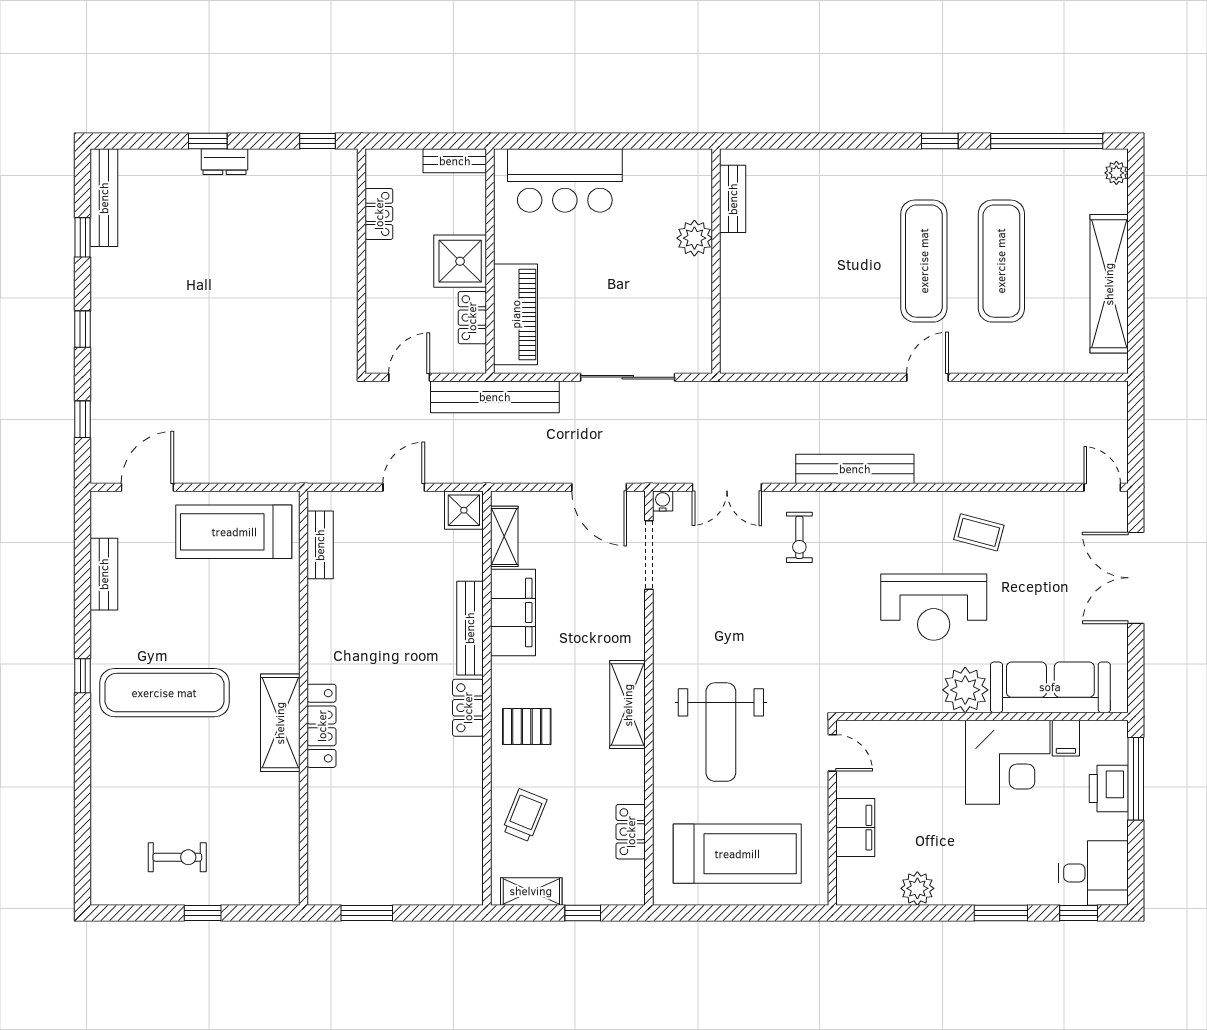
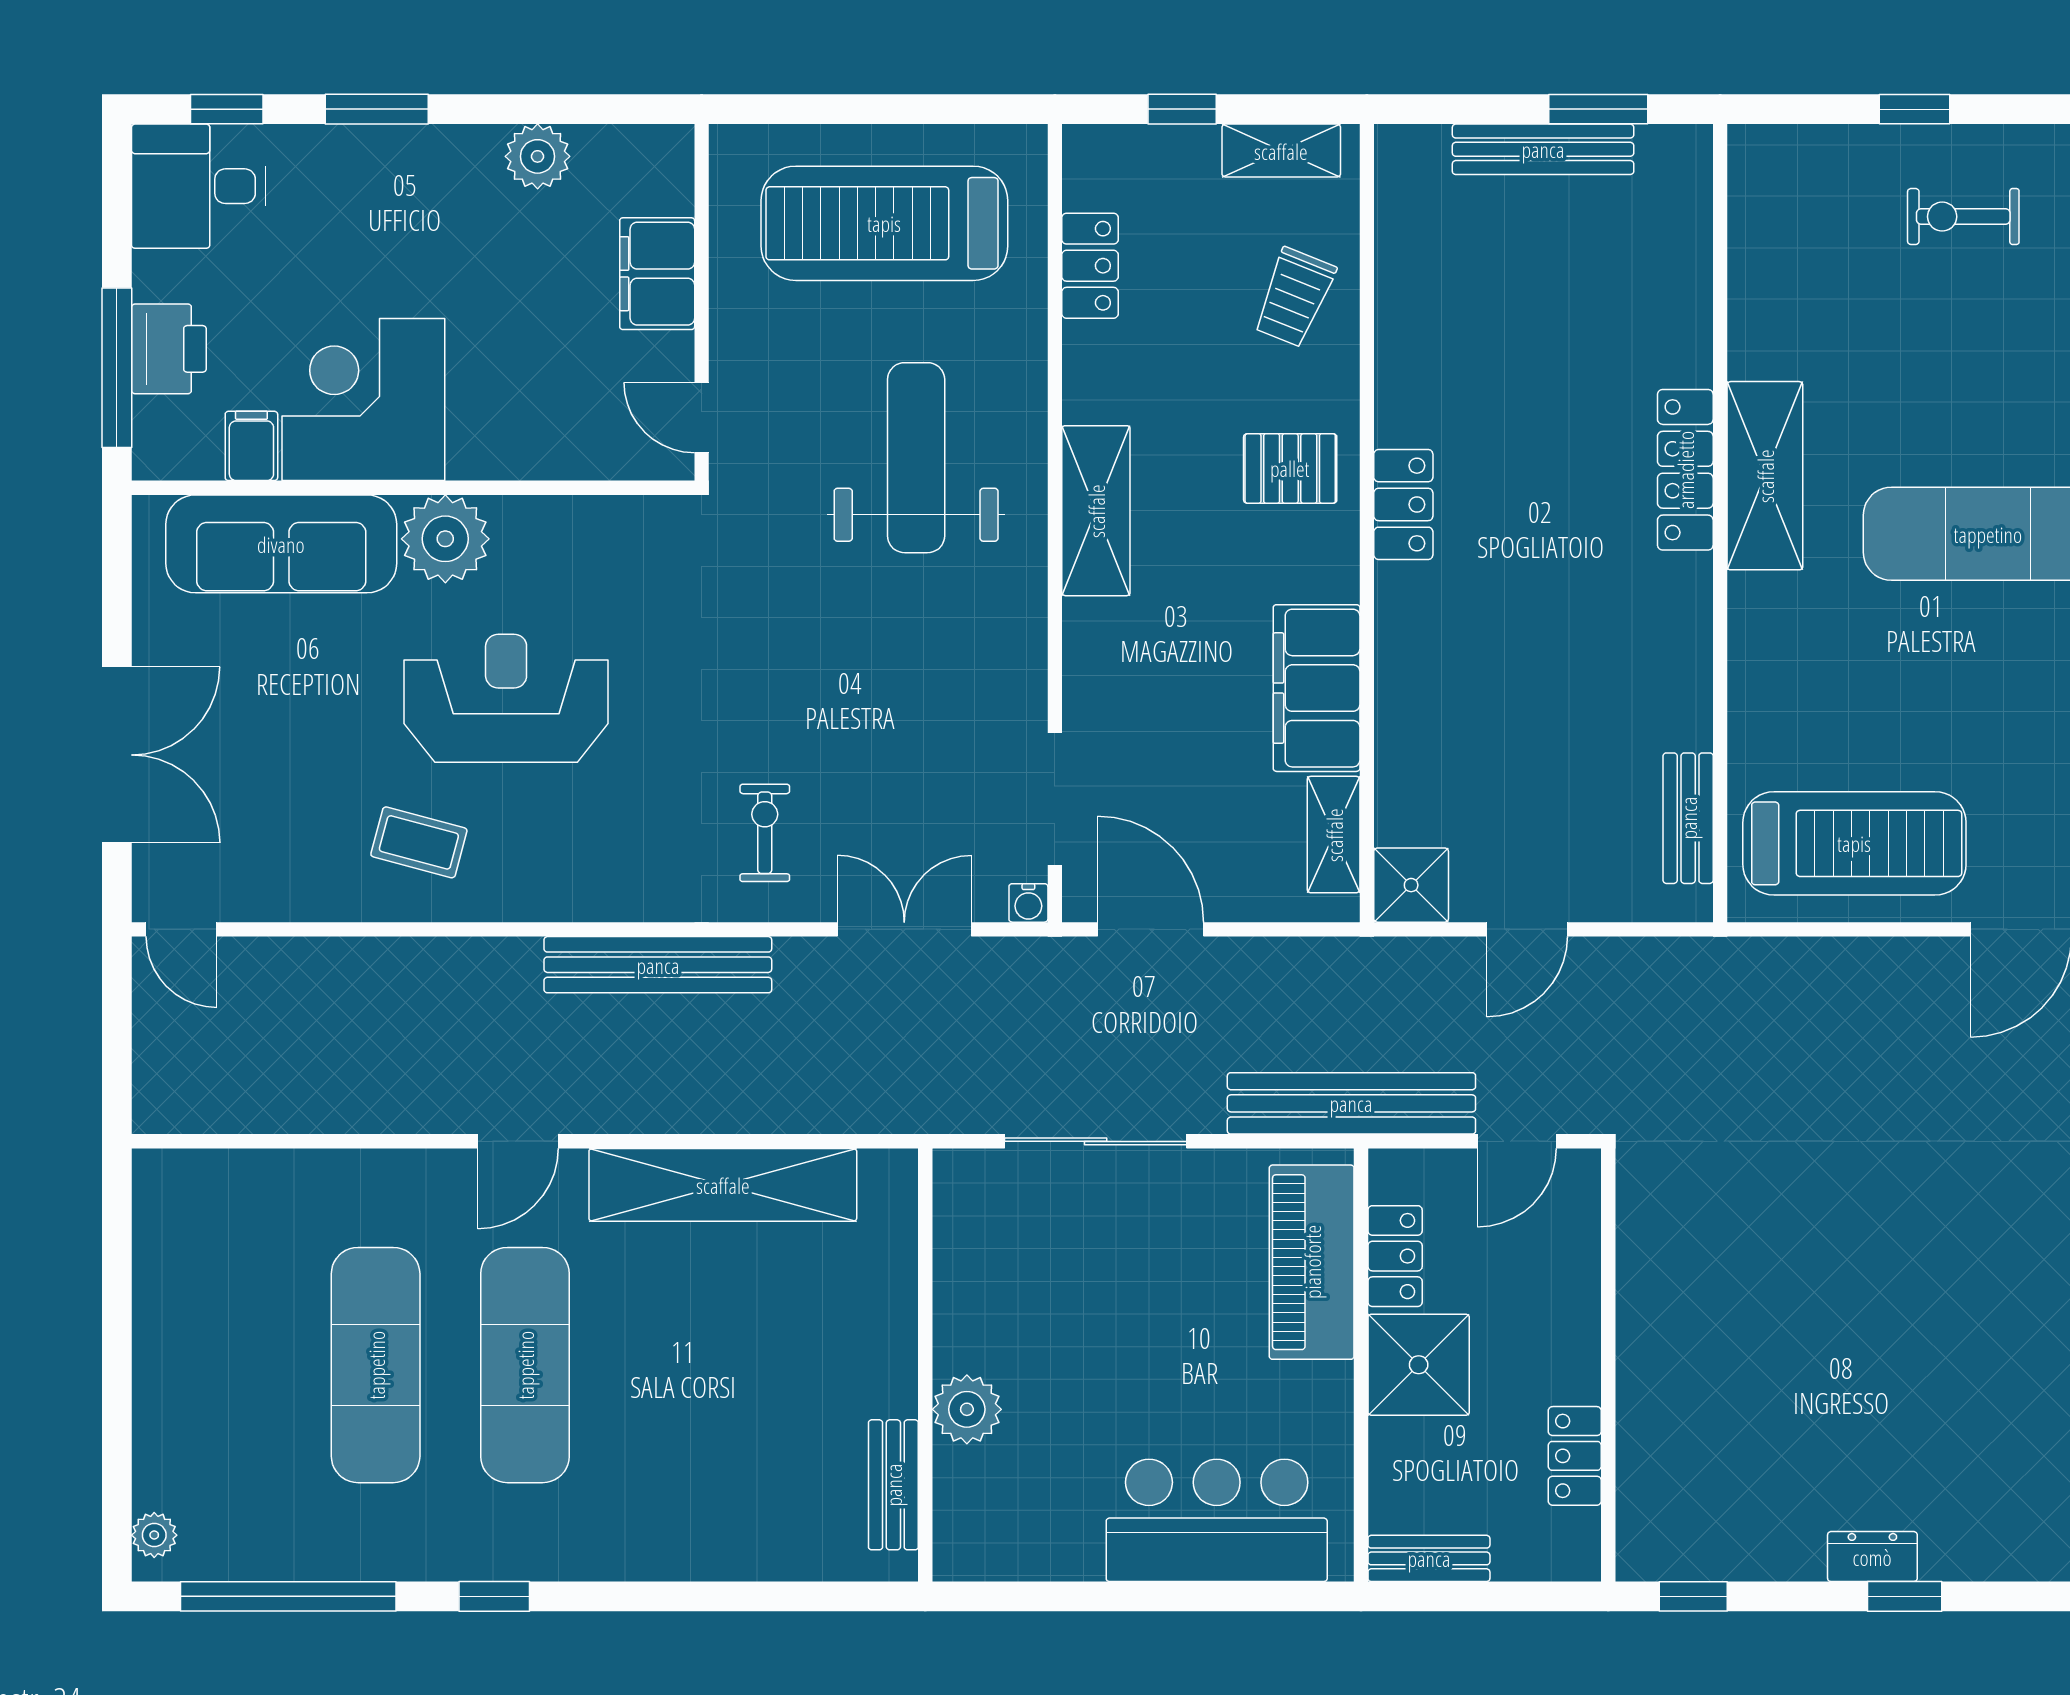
shelving: (1109, 284) -> (723, 1185), moved, turned 90
bench: (470, 628) -> (1543, 149), moved, turned 90

